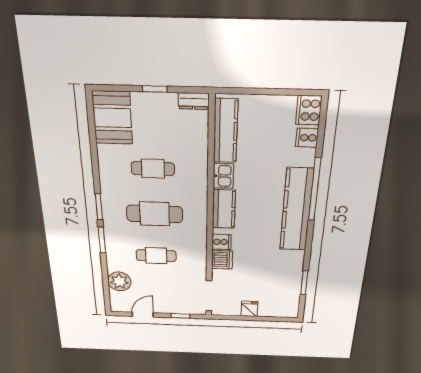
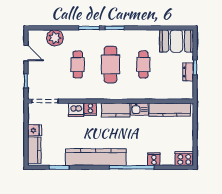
dresser: (194, 101) -> (188, 72), moved
cooker: (307, 138) -> (154, 159), moved
kitchen counter: (296, 210) -> (96, 157), moved
kitchen counter: (277, 310) -> (34, 150), added

